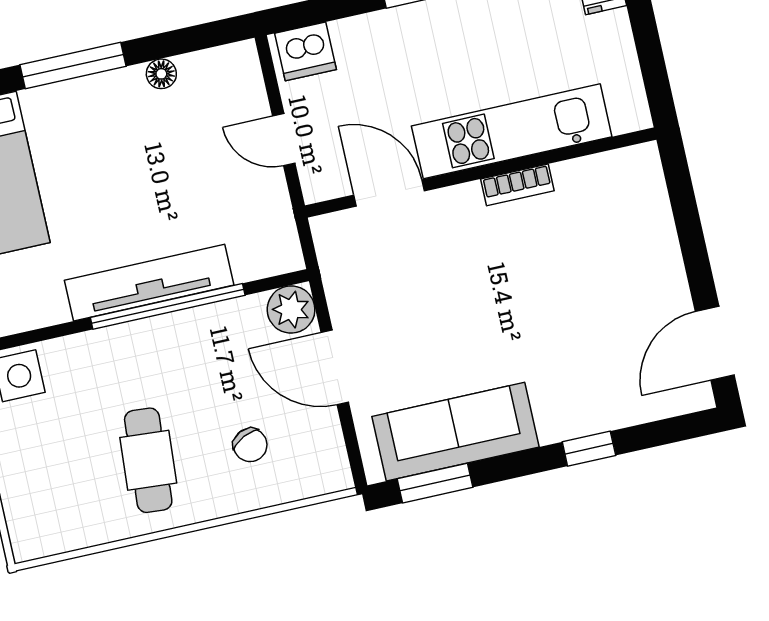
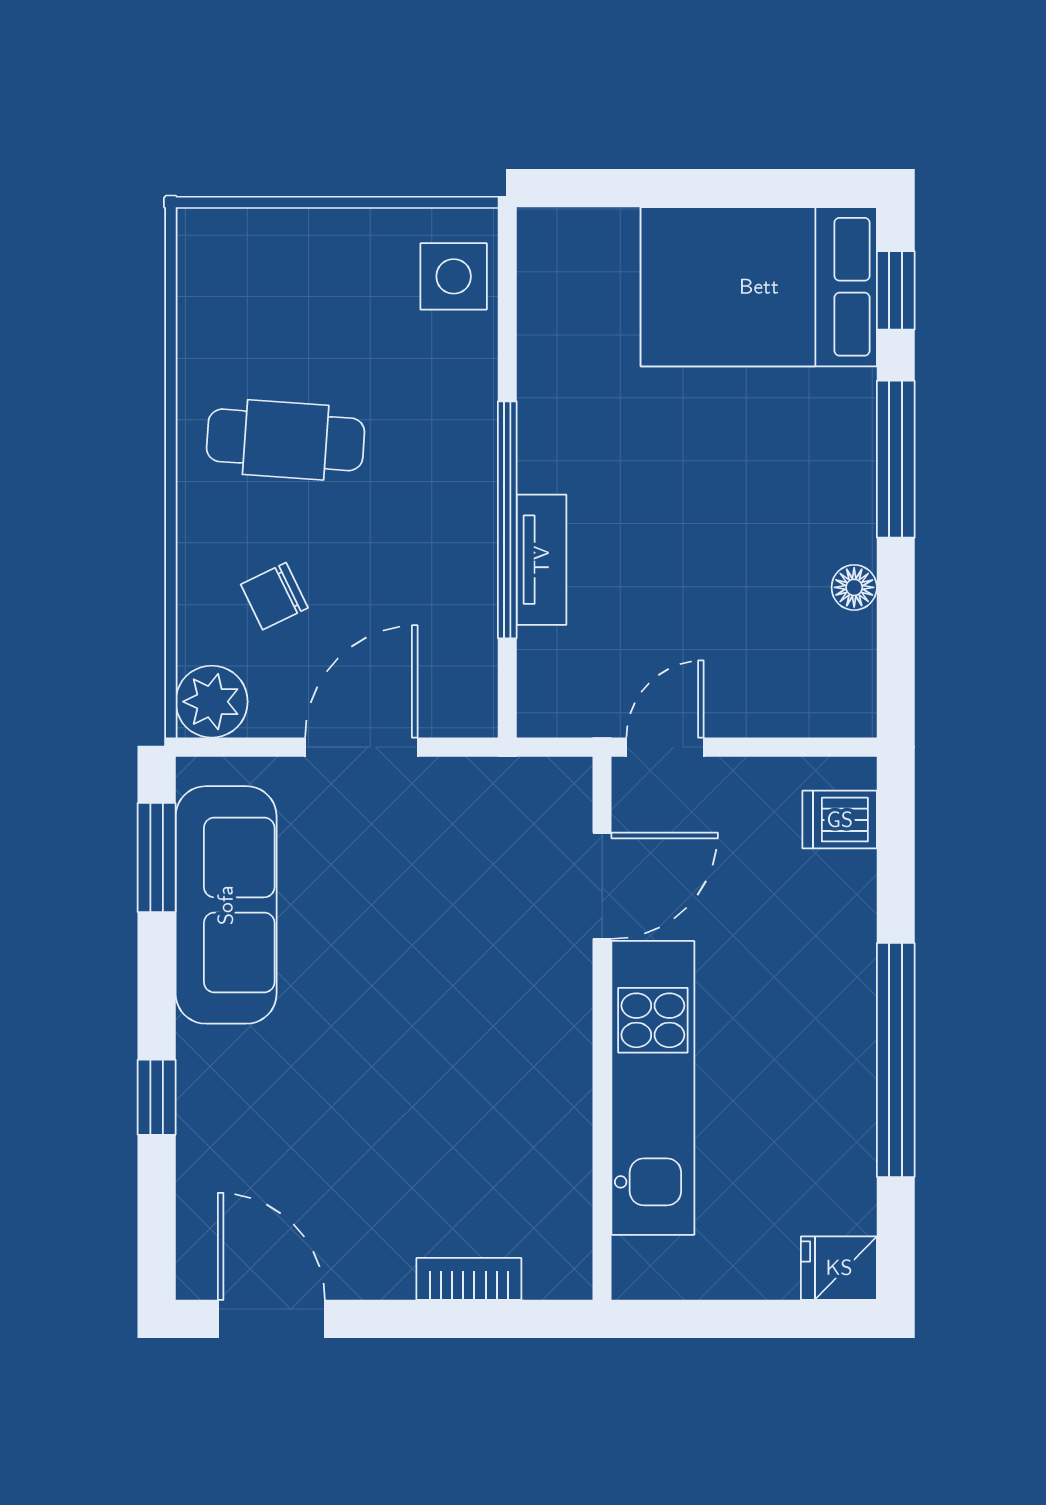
dishwasher: (306, 51) -> (840, 820), width x0.73
door: (284, 140) -> (665, 747), moved
bookcase: (517, 185) -> (469, 1279), moved, turned 90
tv unit: (149, 283) -> (542, 560), width x0.52, depth x0.78
plant: (291, 309) -> (212, 702), moved

